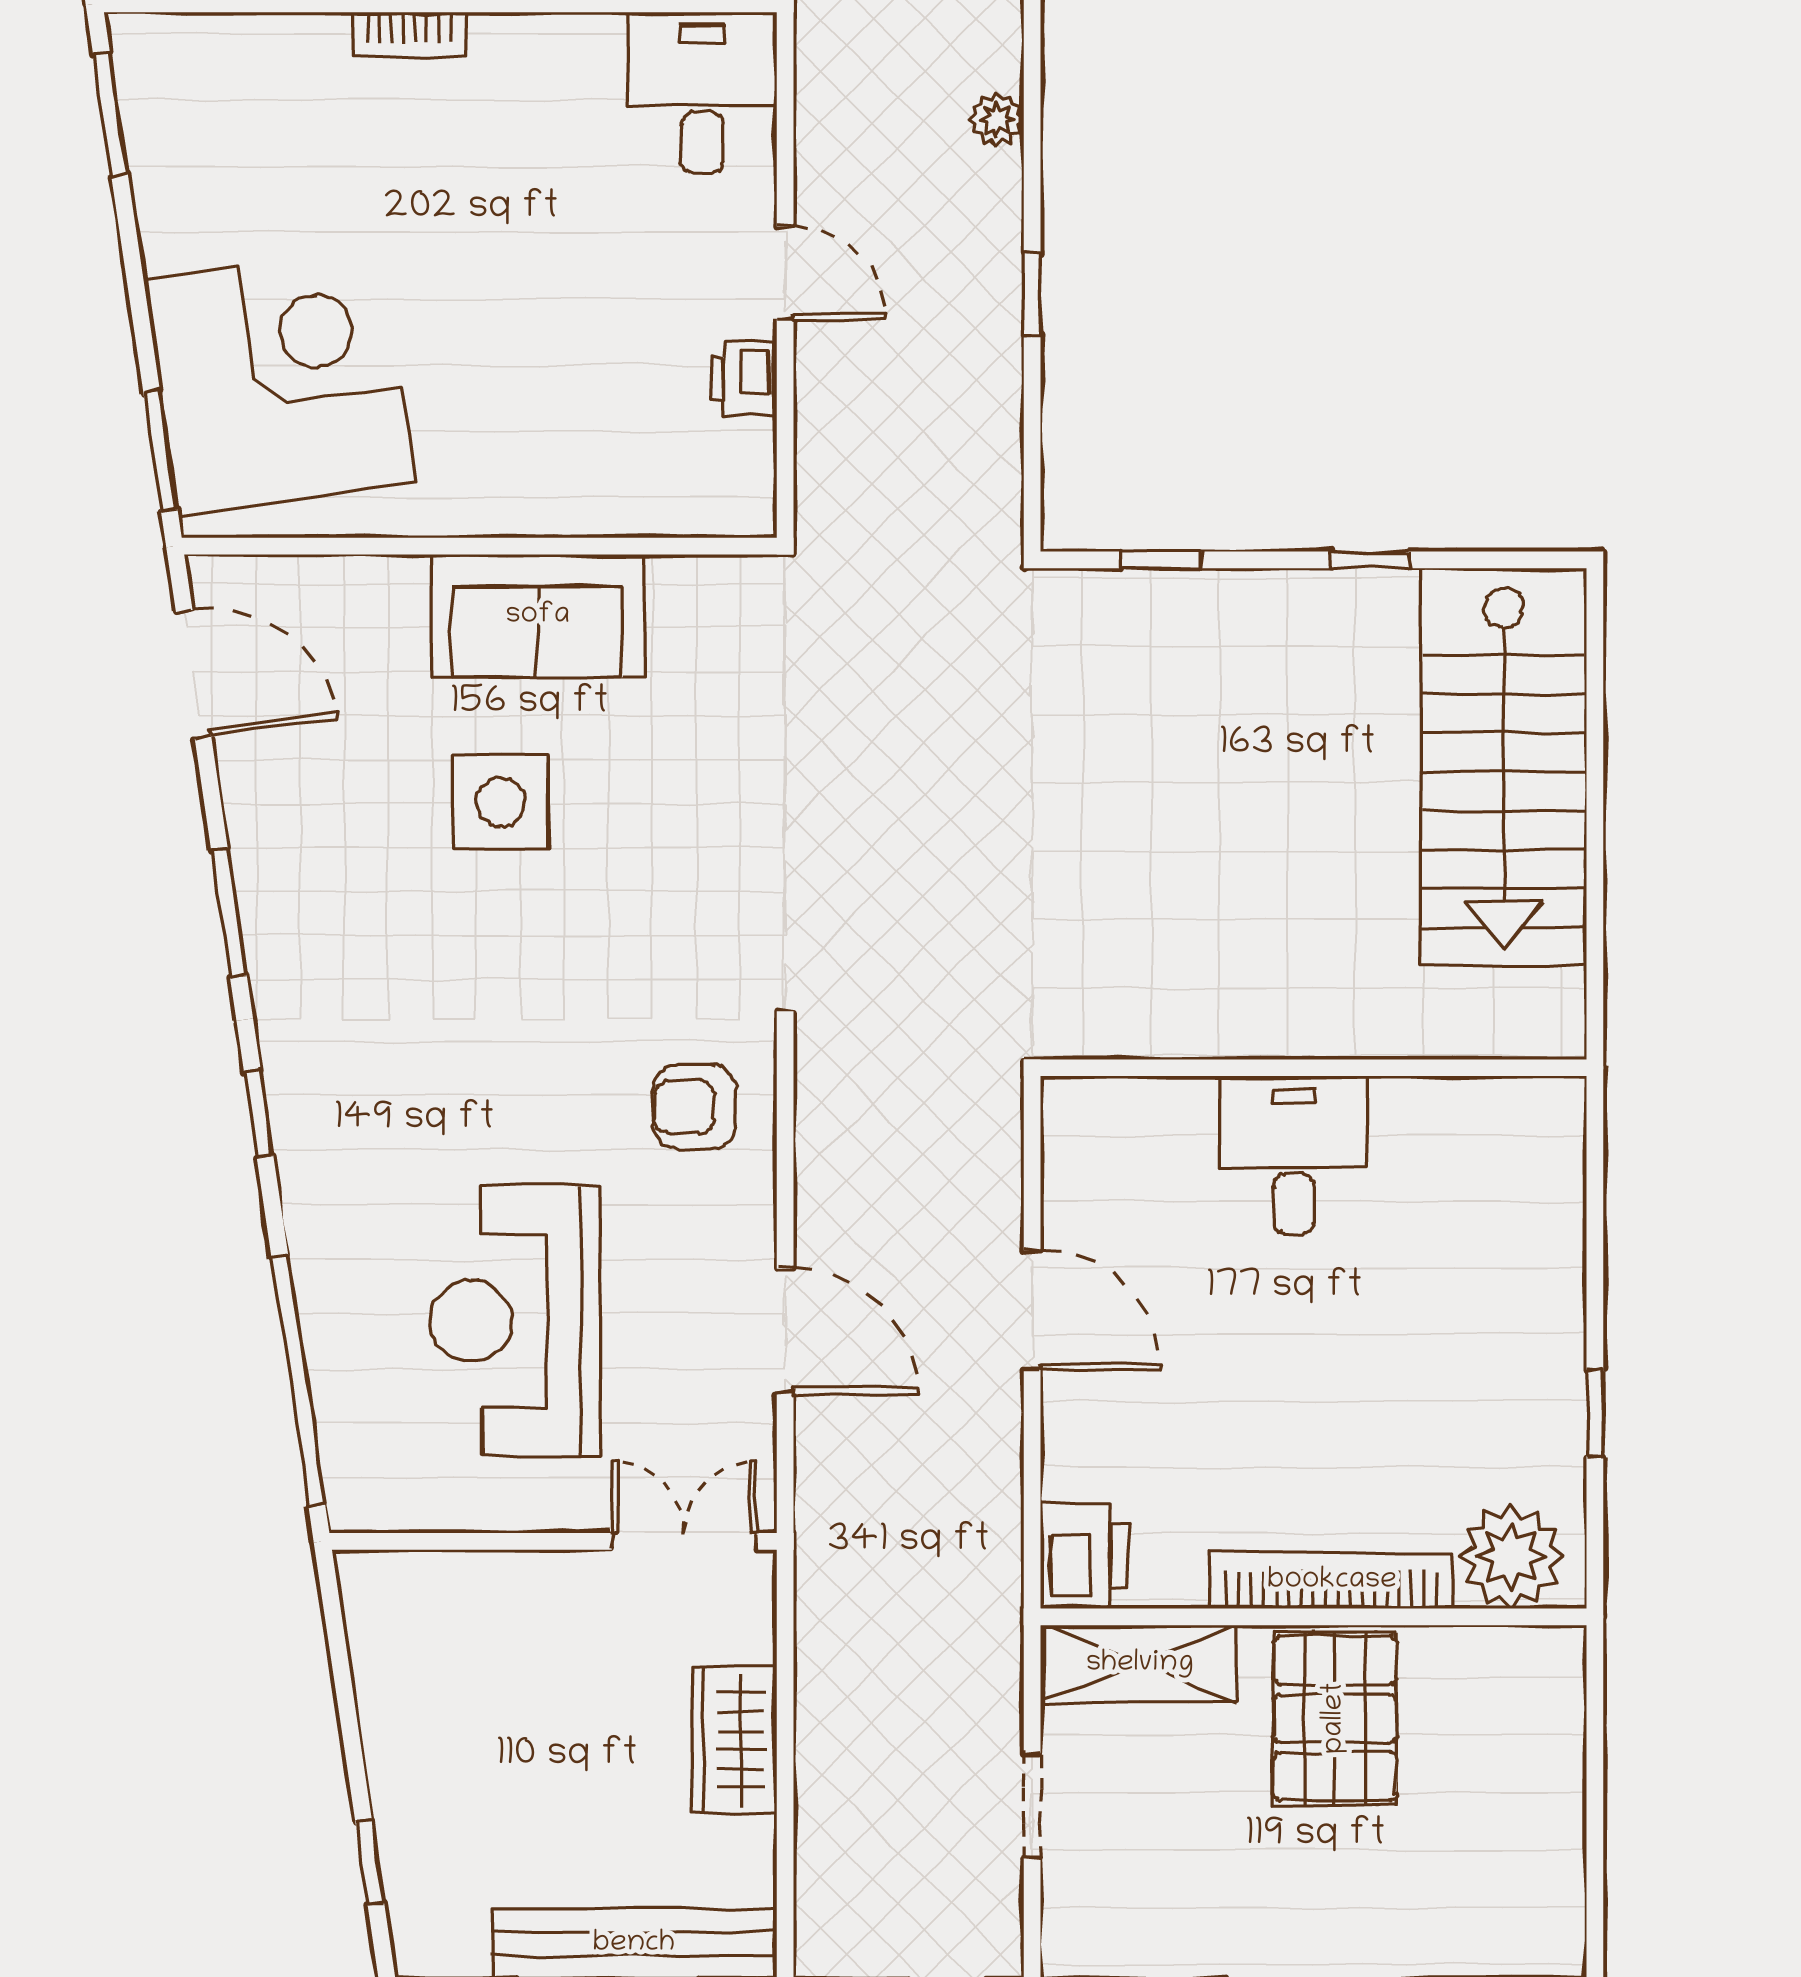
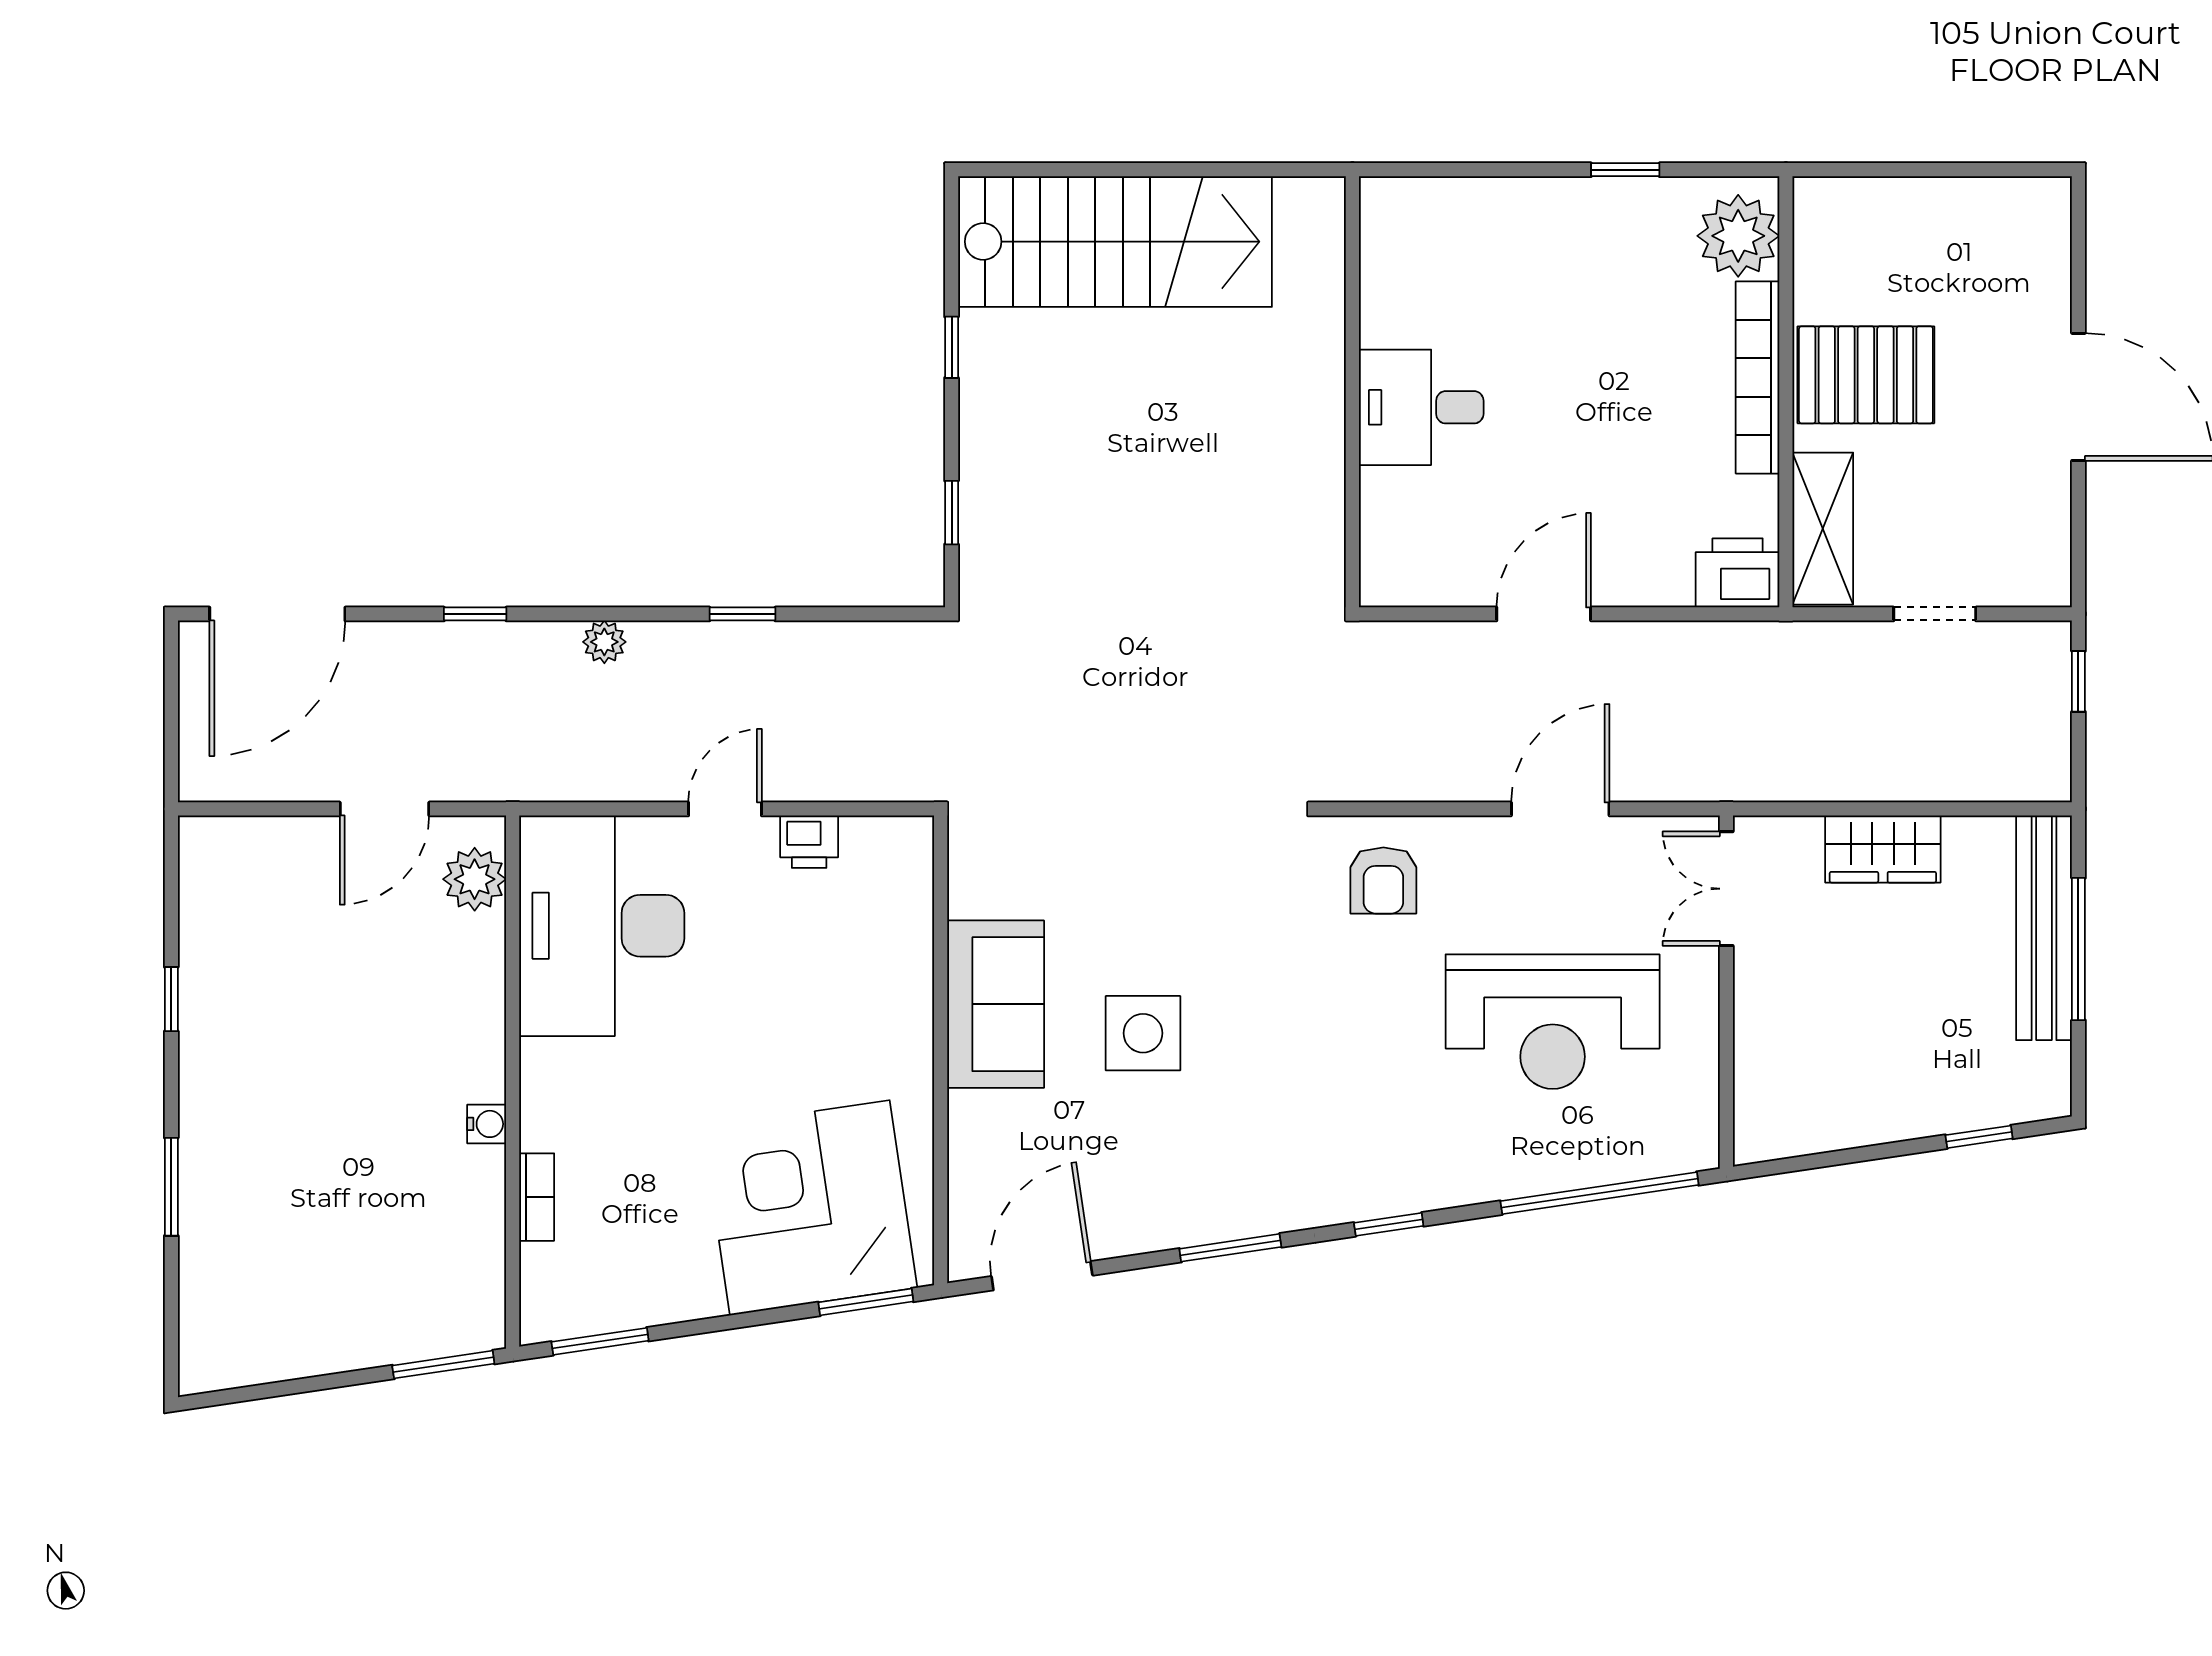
bookcase: (409, 34) -> (537, 1197), moved
desk: (702, 93) -> (602, 926), width x1.87, depth x1.30

